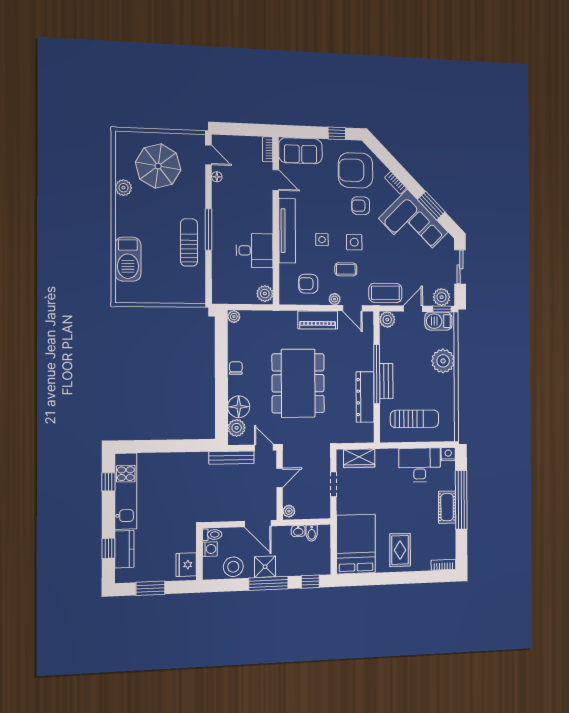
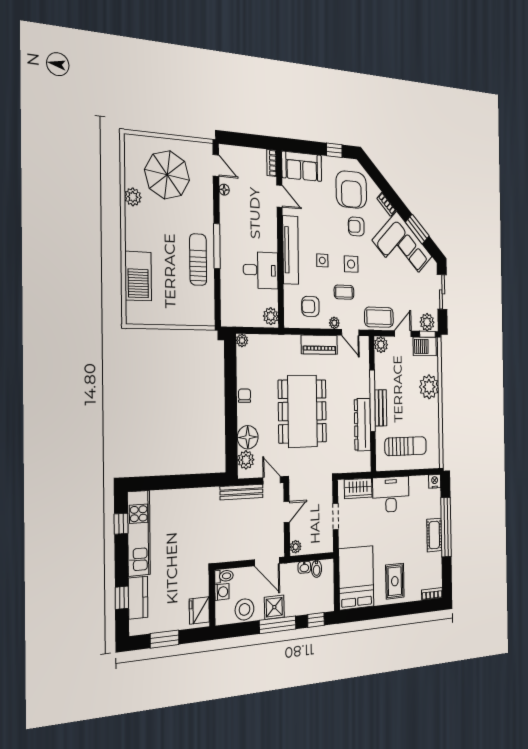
armchair: (356, 170) -> (351, 190), turned -90
desk: (420, 465) -> (391, 494), moved

